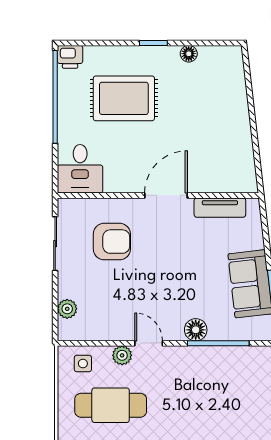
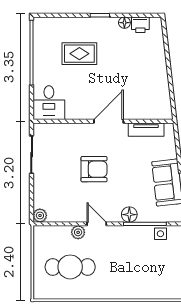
printer: (70, 57) -> (140, 25), moved
rug: (124, 98) -> (79, 54), width x0.73, depth x0.70
armchair: (112, 242) -> (94, 169), moved
plant: (67, 309) -> (40, 215), moved
side table: (83, 363) -> (160, 234), moved

